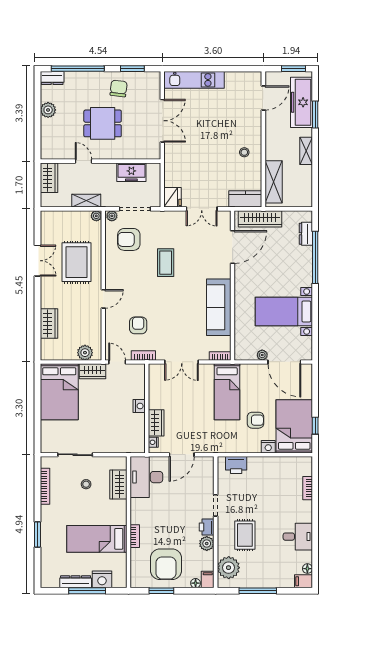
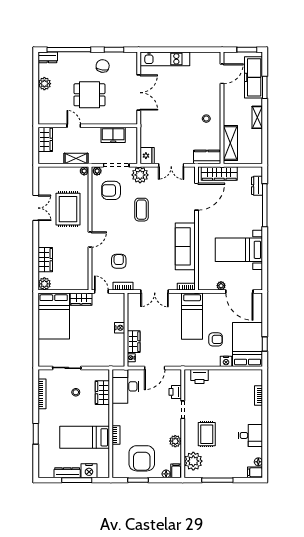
plant: (164, 221) -> (140, 175), added
plant: (85, 353) -> (44, 284), moved
printer: (207, 527) -> (175, 392), moved

